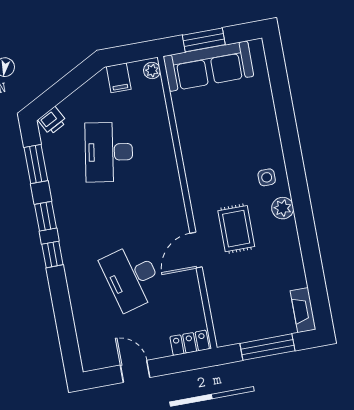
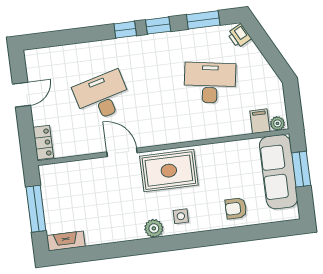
filing cabinet: (119, 78) -> (260, 121), moved, turned 90
armchair: (254, 114) -> (236, 208), added
rug: (236, 229) -> (169, 171), moved, width x1.36, depth x1.43

